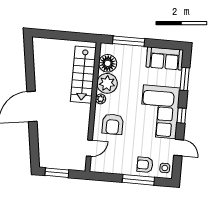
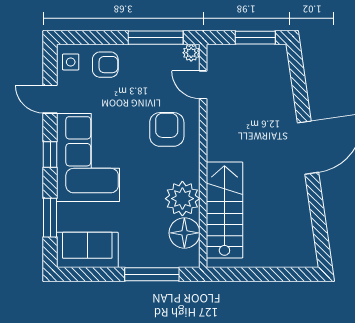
plant: (101, 99) -> (191, 53), moved
door: (89, 148) -> (203, 85), hinge flipped
window: (138, 180) -> (156, 38), moved

